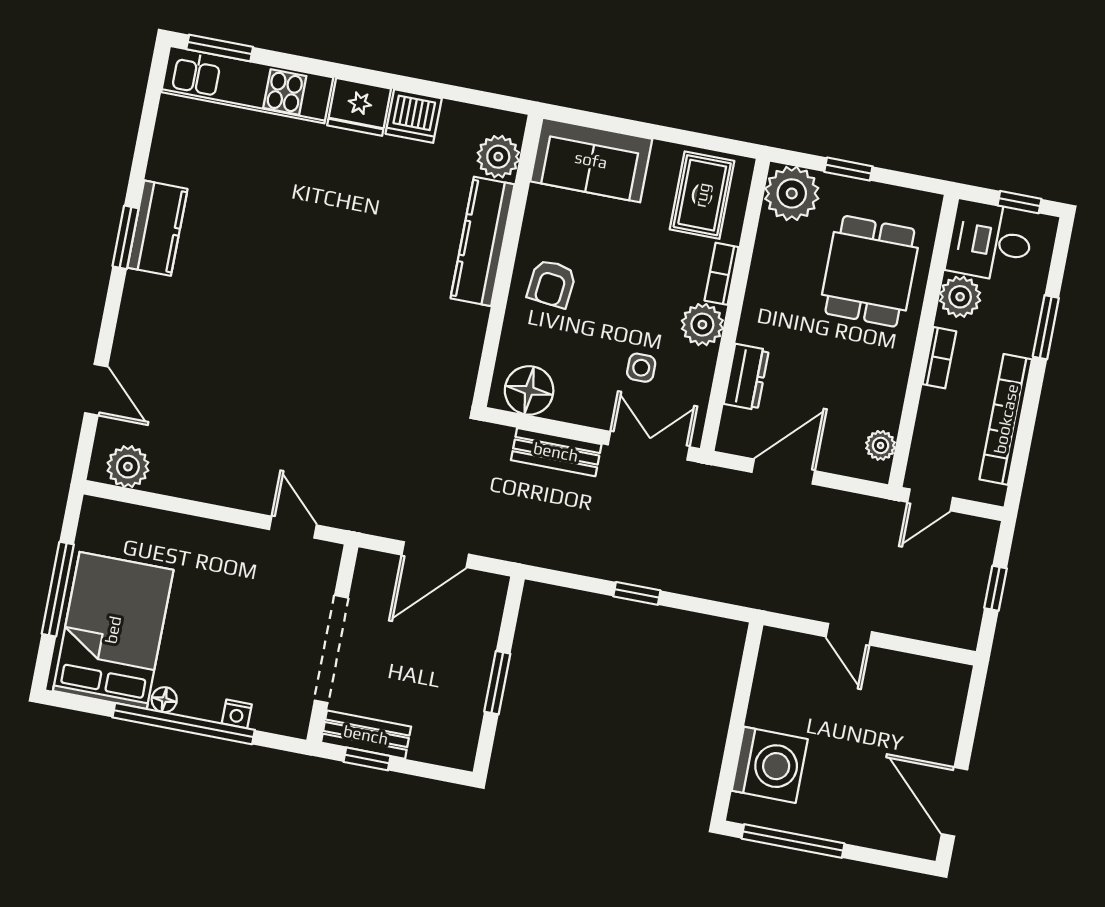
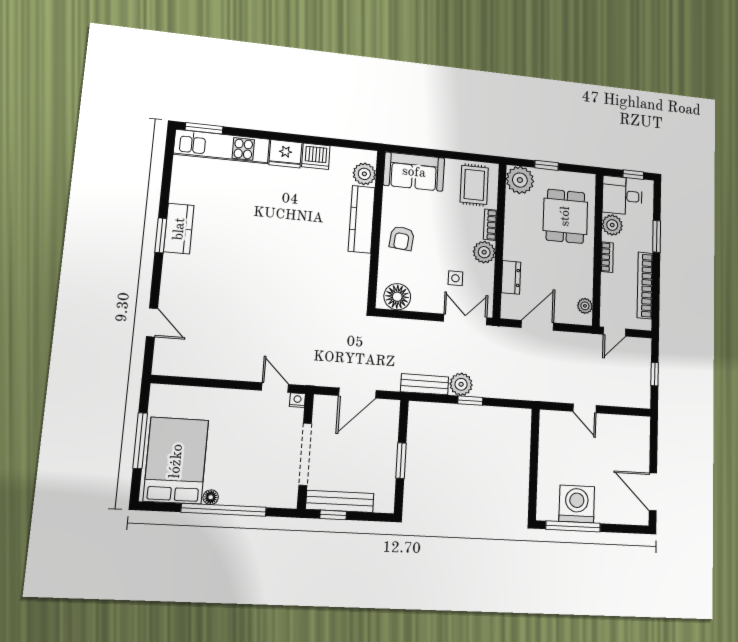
bench: (556, 452) -> (425, 384), moved
plant: (128, 467) -> (461, 384), moved
nightstand: (237, 714) -> (297, 400), moved, turned 180
bench: (366, 735) -> (340, 501), width x1.36
washing machine: (770, 765) -> (577, 504), moved, turned -90

